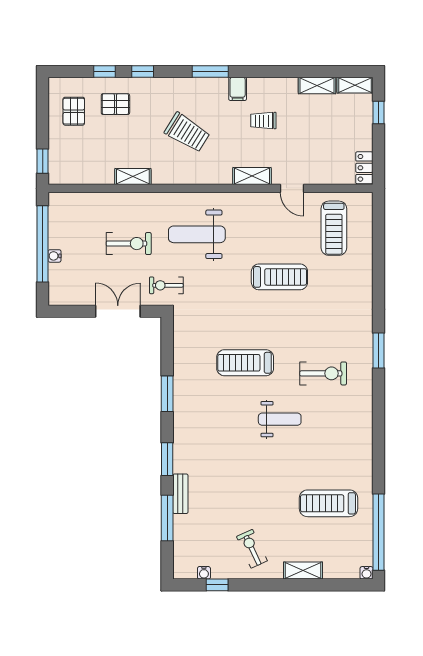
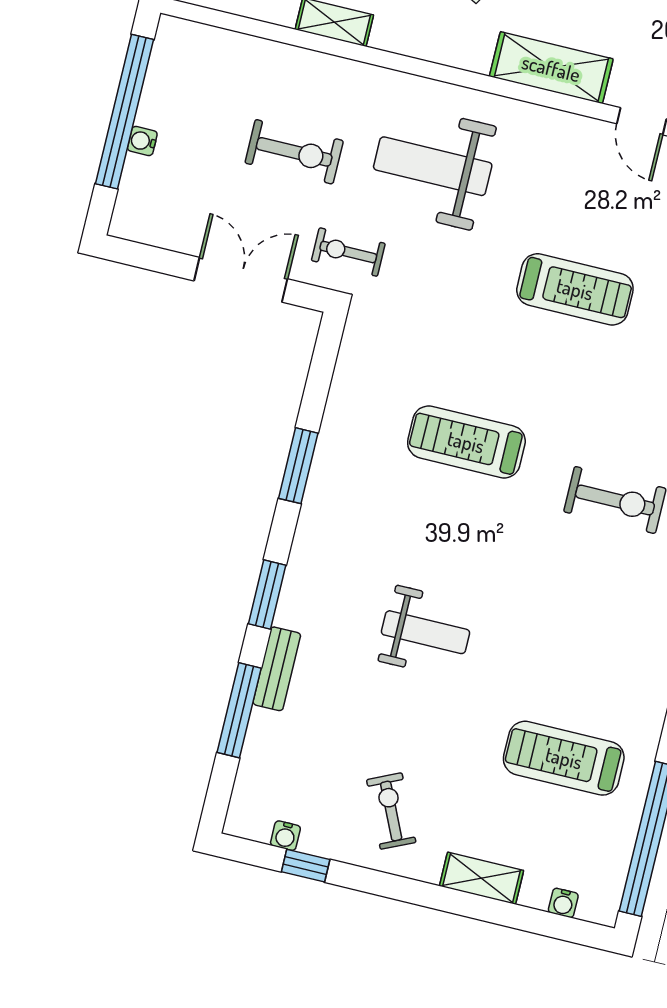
shelving: (252, 176) -> (551, 68), width x1.50, depth x1.33
weight bench: (280, 419) -> (426, 632), moved
water cooler: (367, 573) -> (563, 903), moved

